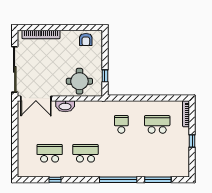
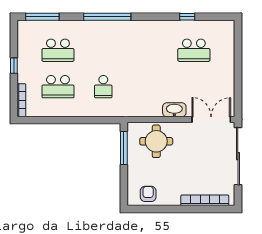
window: (105, 76) -> (124, 148), width x2.17
school desk: (85, 153) -> (58, 50), moved
window: (158, 180) -> (42, 17), moved

